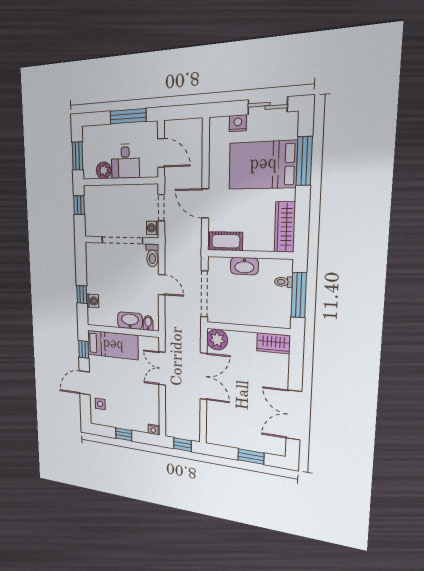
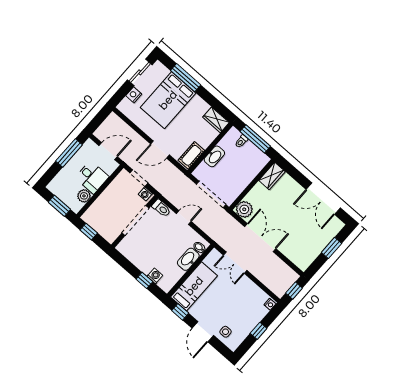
wardrobe: (285, 227) -> (216, 120), width x0.67

